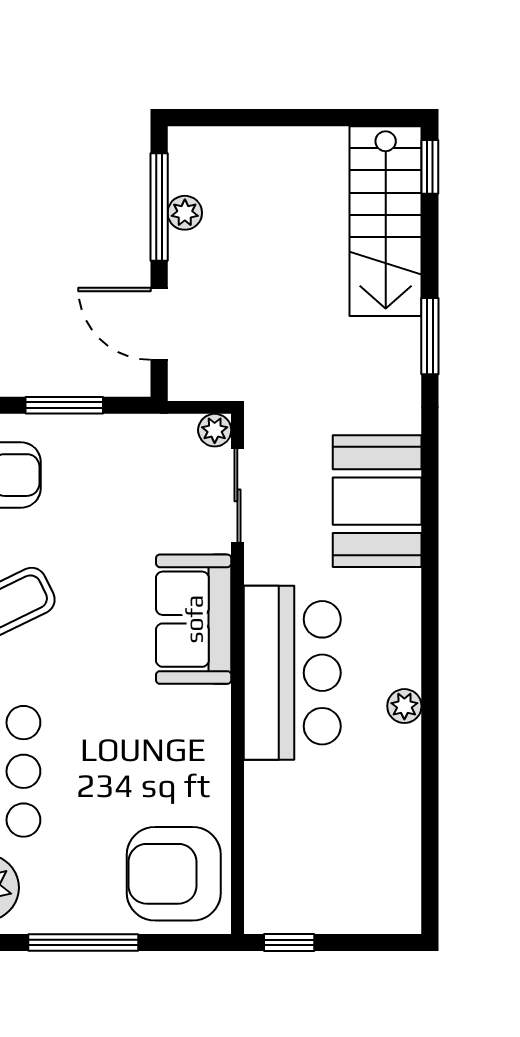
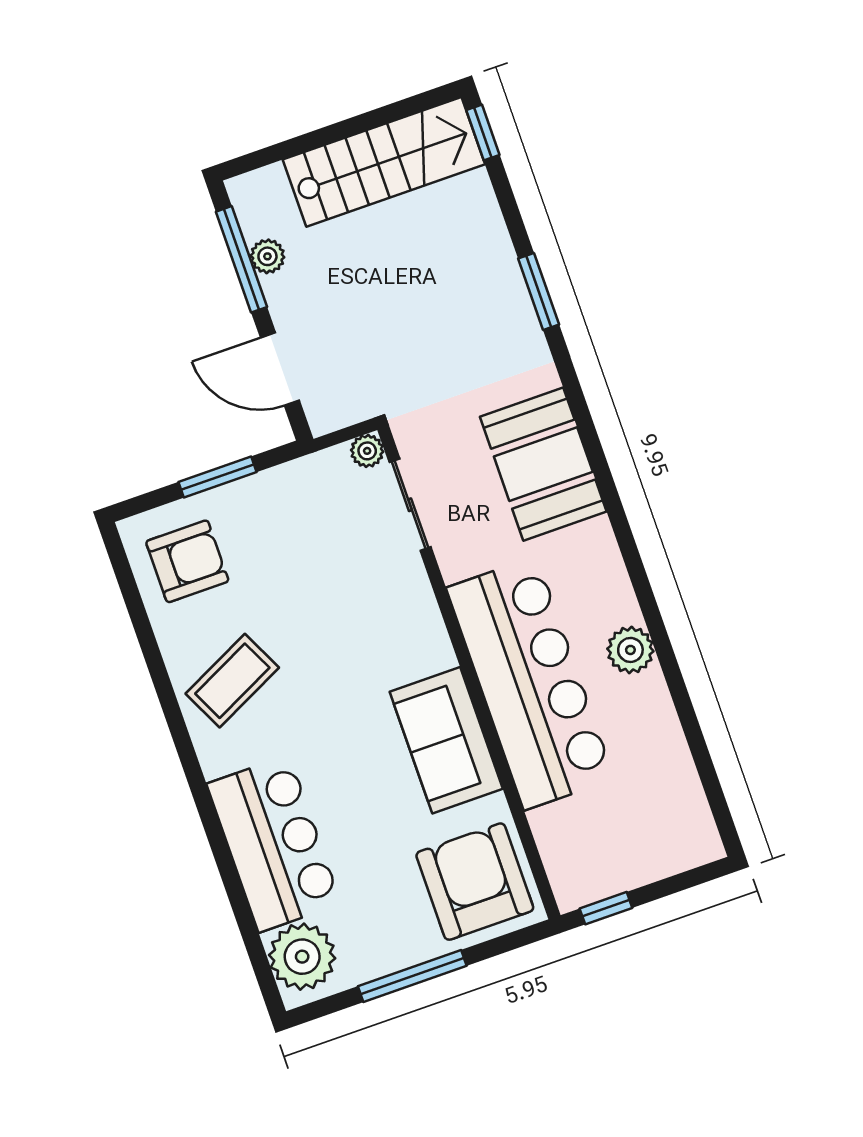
stairs: (386, 221) -> (384, 162), moved, turned -90
sofa: (194, 619) -> (446, 740), moved
bar counter: (292, 673) -> (530, 683), width x1.36
plant: (404, 706) -> (630, 650), width x1.38, depth x1.38
armchair: (174, 874) -> (475, 882), turned 90

